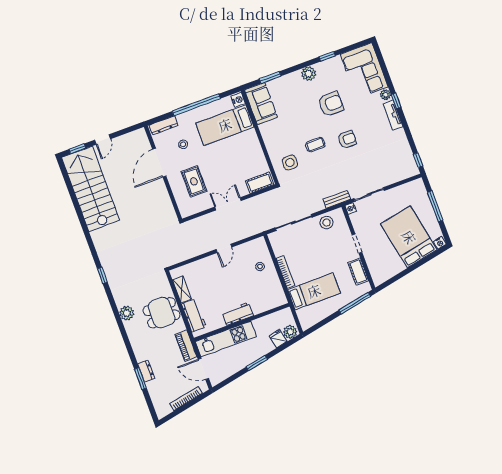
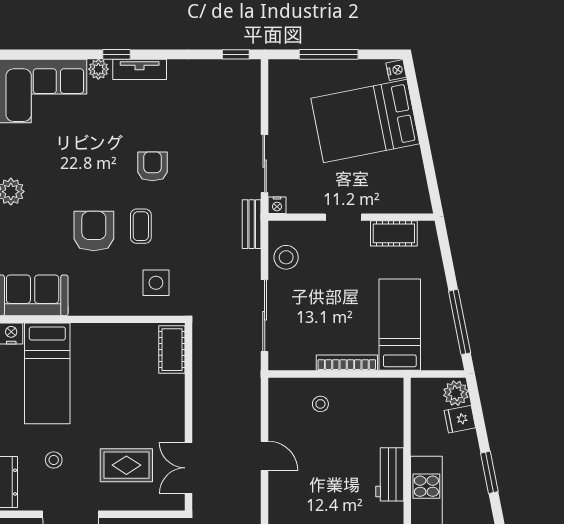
armchair: (331, 104) -> (94, 231), moved
double door: (228, 204) -> (188, 468), moved
window: (355, 303) -> (460, 322), moved

